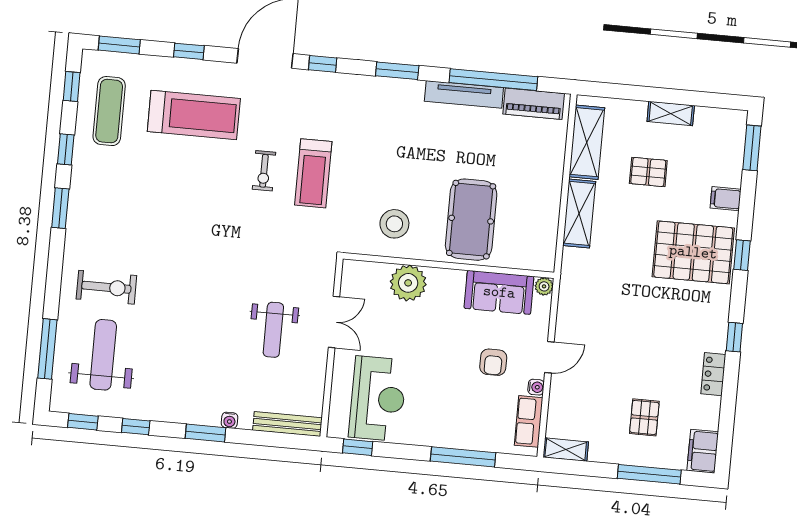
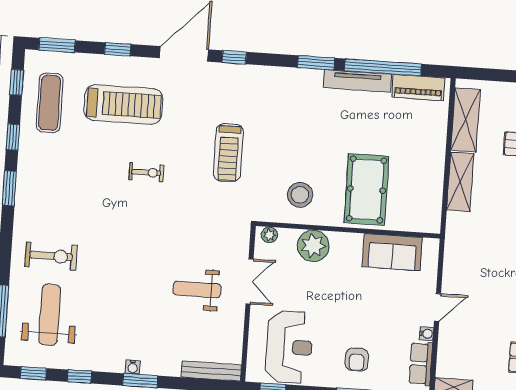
window: (397, 71) -> (316, 63), moved
exercise bike: (264, 171) -> (146, 172), moved, turned -90
plant: (544, 286) -> (269, 235), moved
weight bench: (273, 330) -> (197, 289), turned 90
armchair: (493, 362) -> (357, 360), moved
water cooler: (230, 420) -> (133, 367), moved

